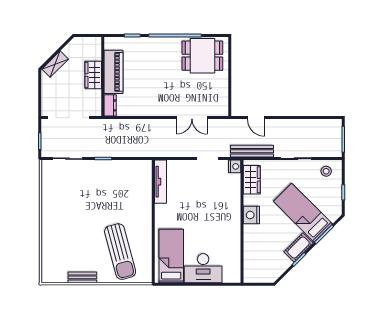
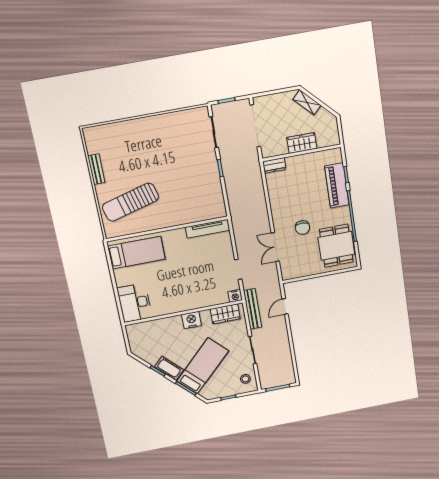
piano: (113, 72) -> (337, 185), moved, turned 90
chair: (177, 87) -> (302, 228), added
desk: (203, 268) -> (135, 303), moved

